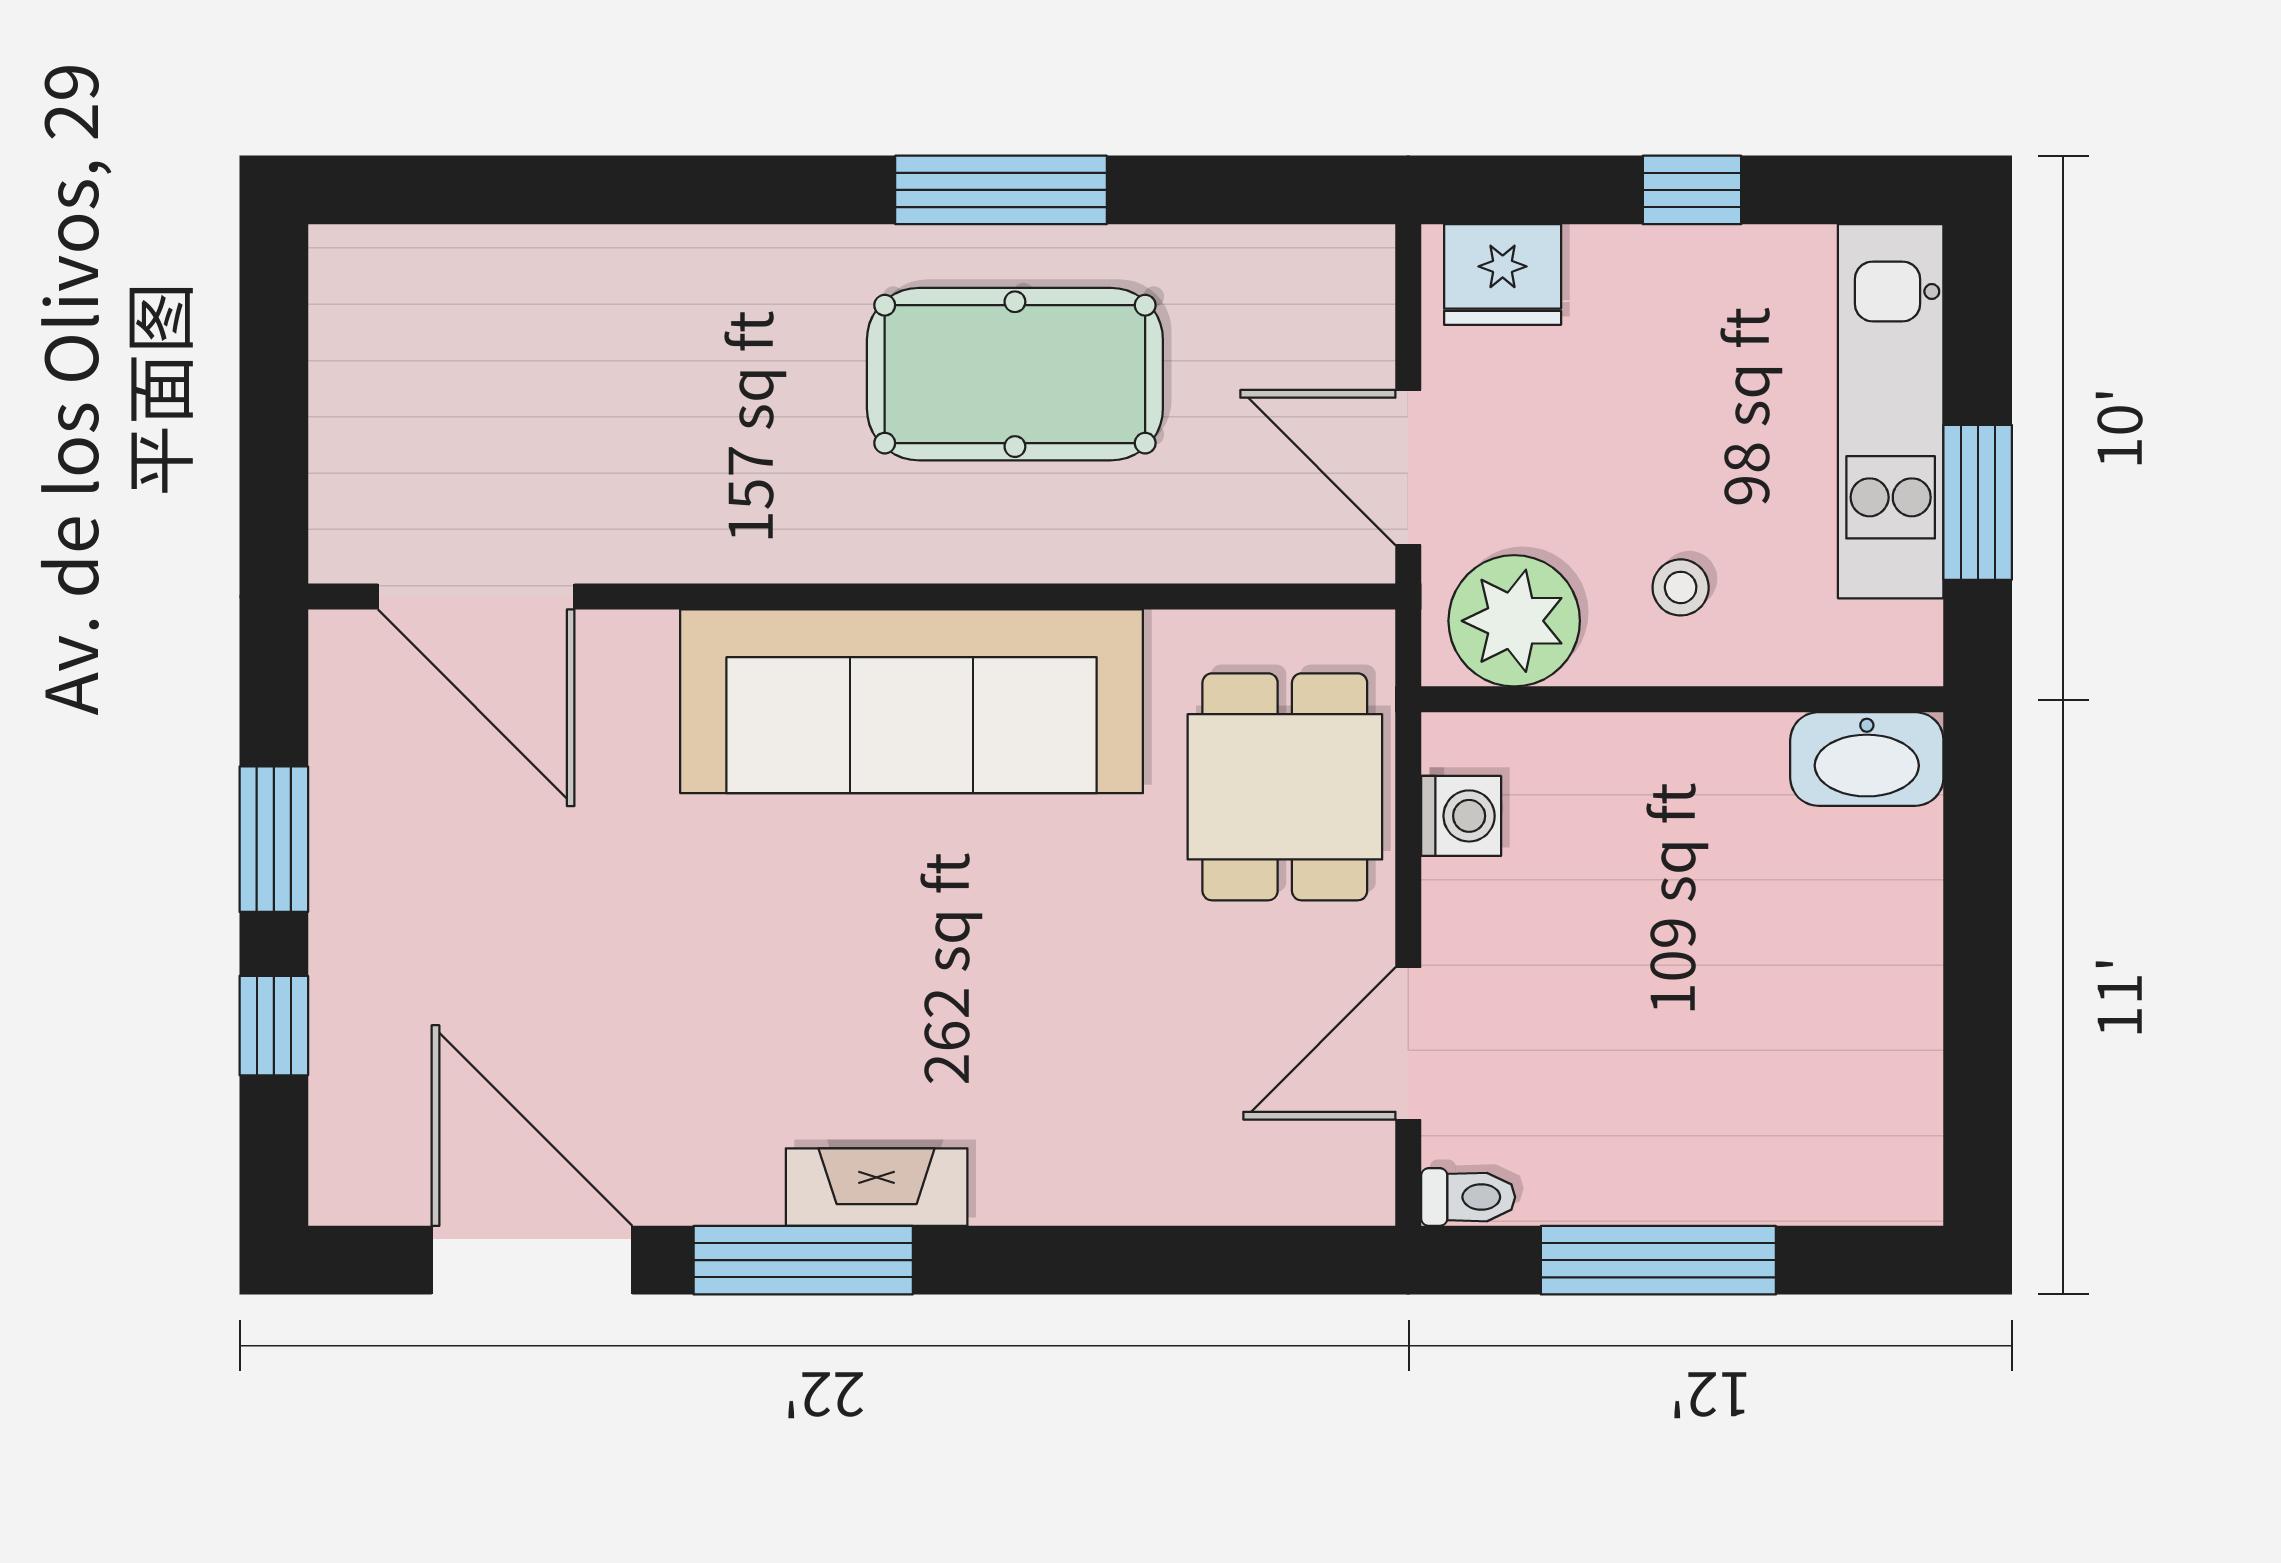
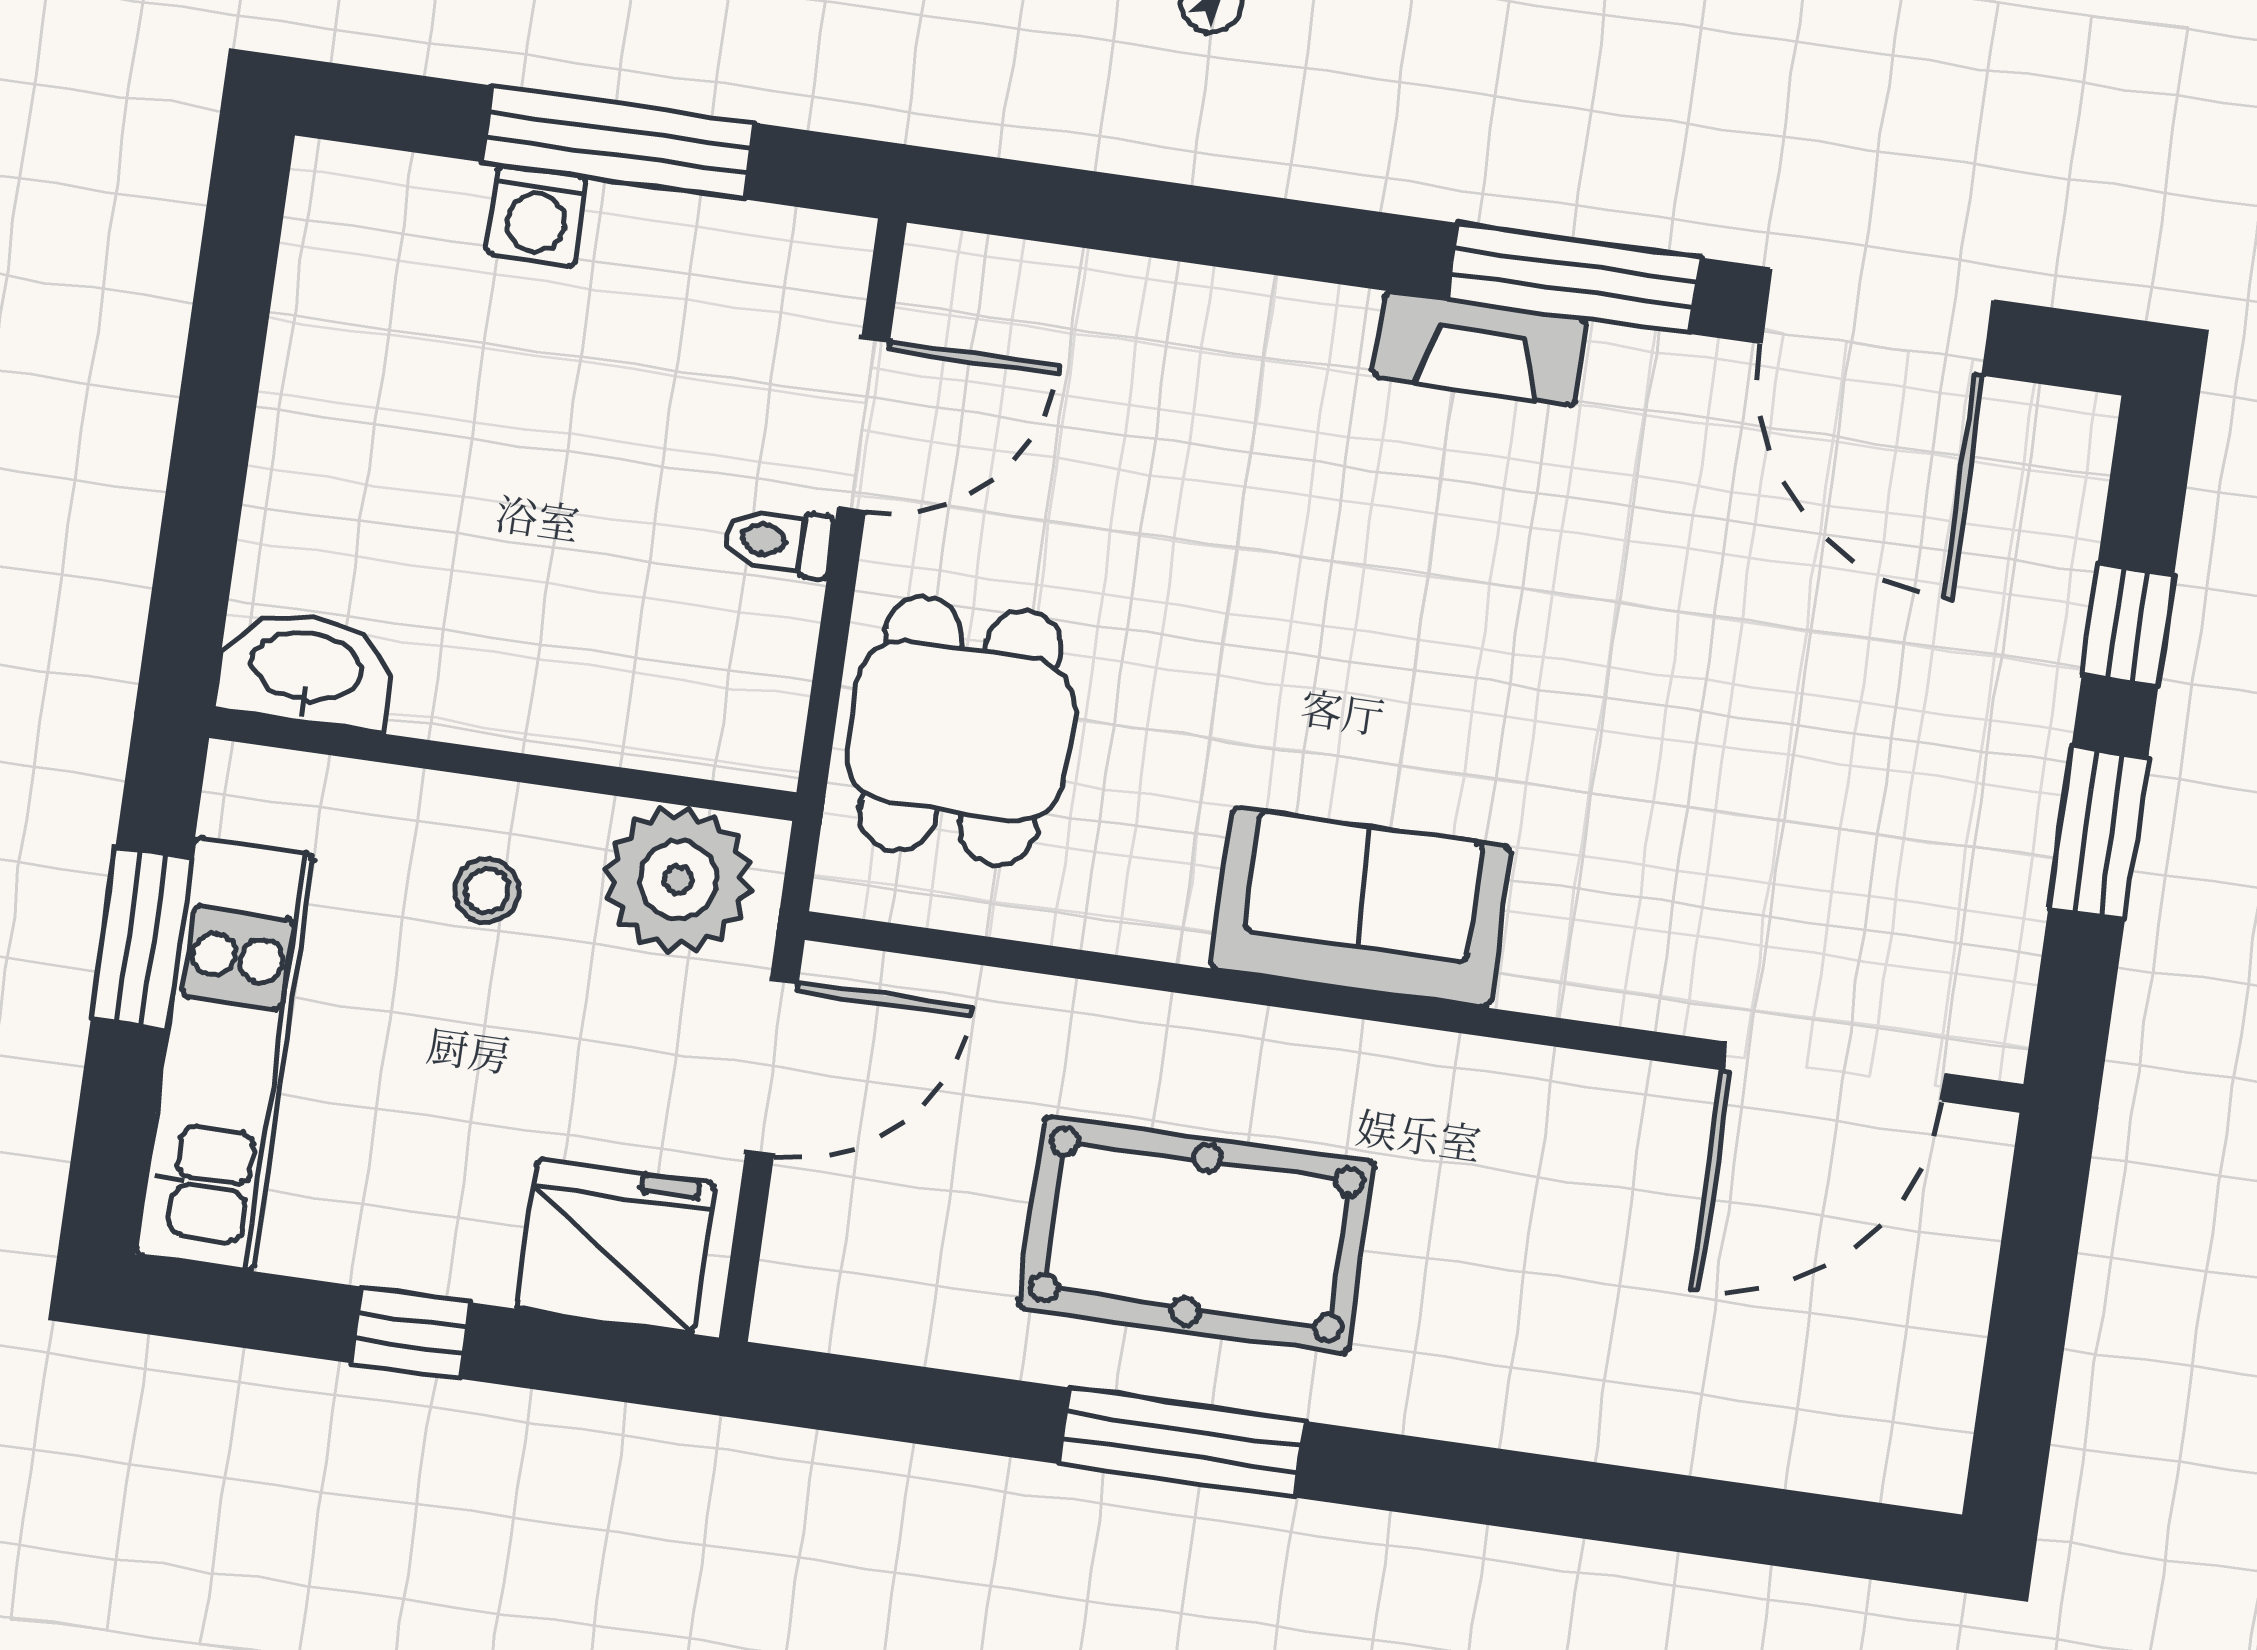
fridge: (1503, 274) -> (615, 1246), width x1.36, depth x1.34
door: (1408, 467) -> (772, 1068), hinge flipped
door: (476, 597) -> (1834, 1072), swing flipped
sofa: (912, 701) -> (1361, 907), width x0.54, depth x0.79
washing machine: (1461, 816) -> (537, 215), moved, turned -90
toilet: (1468, 1197) -> (779, 541), moved

